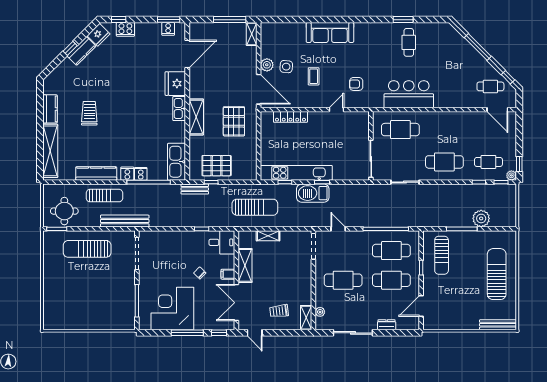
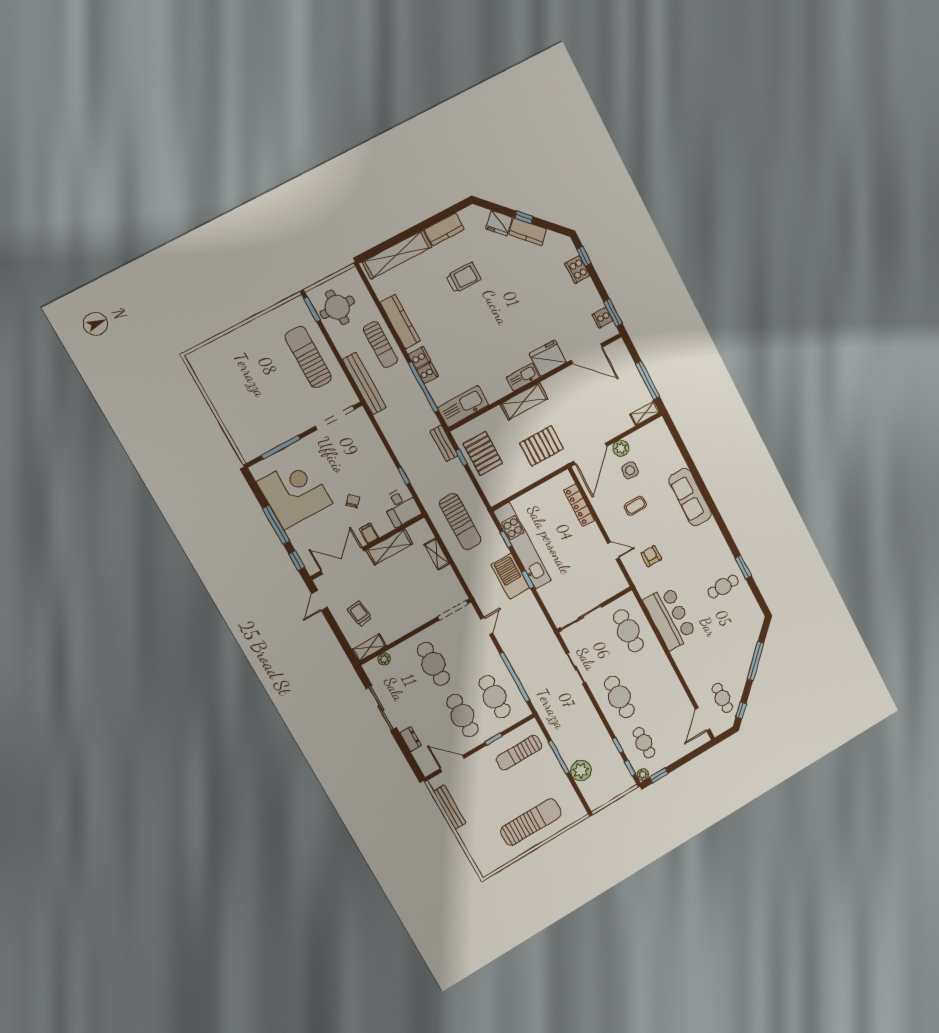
fridge: (99, 35) -> (499, 223), moved
bench: (498, 325) -> (450, 807), moved

